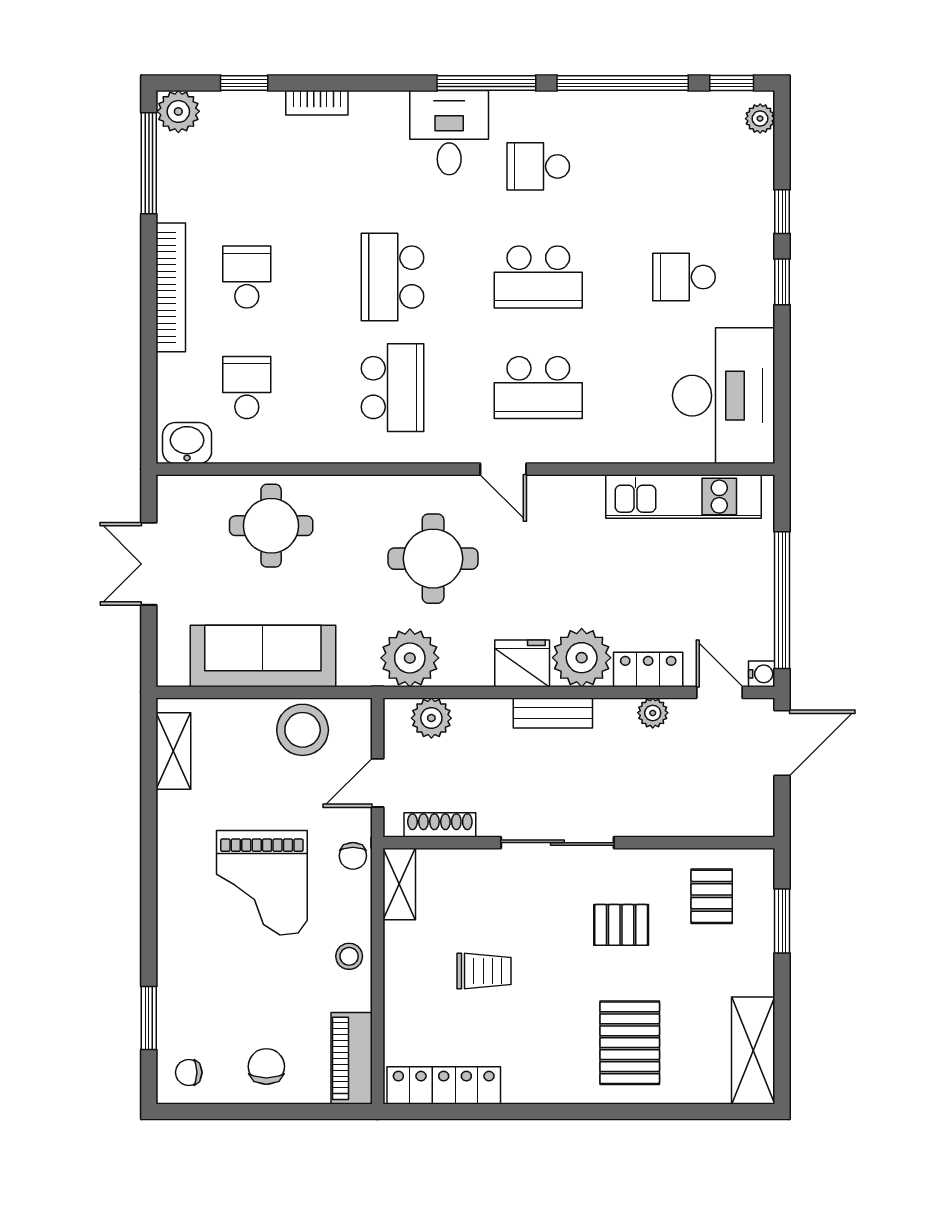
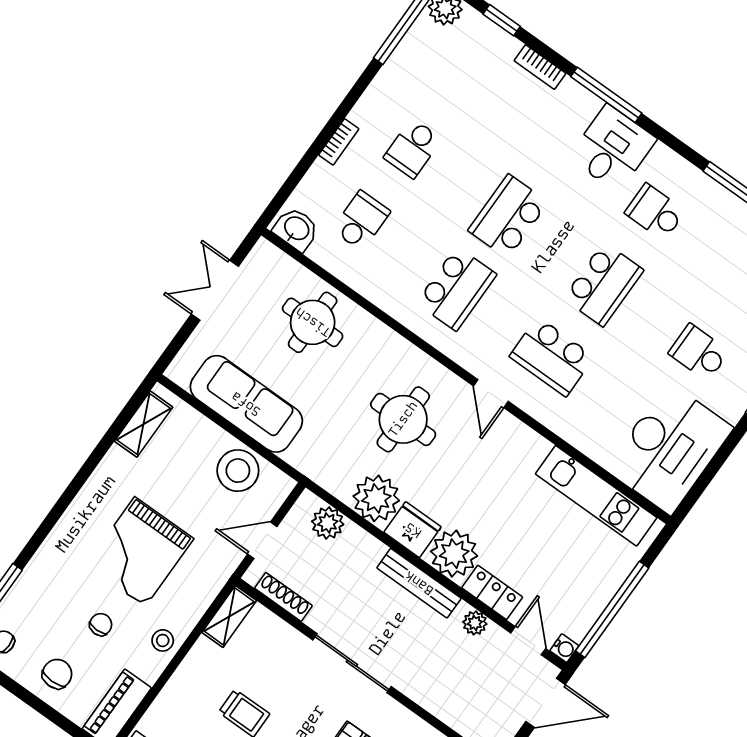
window: (486, 83) -> (606, 95), moved
school desk: (247, 277) -> (413, 148), turned 180
school desk: (538, 277) -> (603, 284), turned -90
bookcase: (171, 287) -> (339, 142), width x0.43, depth x0.76
plant: (410, 658) -> (376, 498), moved
bench: (553, 713) -> (419, 583), width x1.36
chair: (353, 856) -> (101, 624), moved, turned 180

